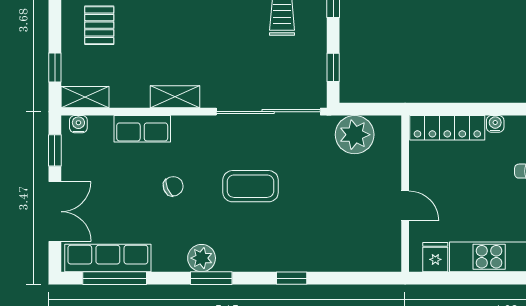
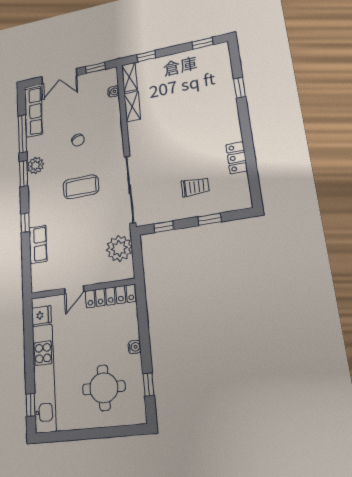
pallet: (99, 25) -> (176, 75), removed
shelving: (175, 97) -> (132, 106), moved
water cooler: (78, 124) -> (114, 92), moved
locker: (447, 128) -> (110, 296), moved, turned -90
row of seats: (142, 129) -> (38, 244), moved, turned 180
coffee table: (251, 186) -> (81, 187), turned 90
window: (115, 278) -> (22, 134), moved

